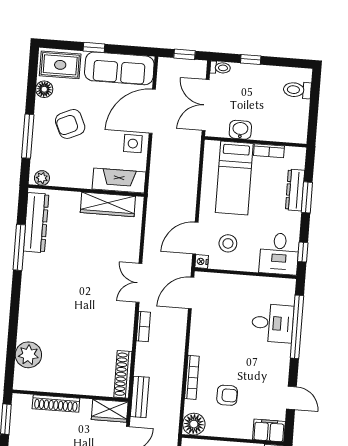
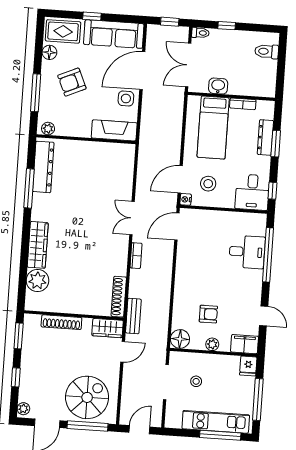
wardrobe: (108, 204) -> (38, 245), moved, turned -90
bookcase: (192, 377) -> (178, 299), removed
plant: (231, 431) -> (212, 344), added

